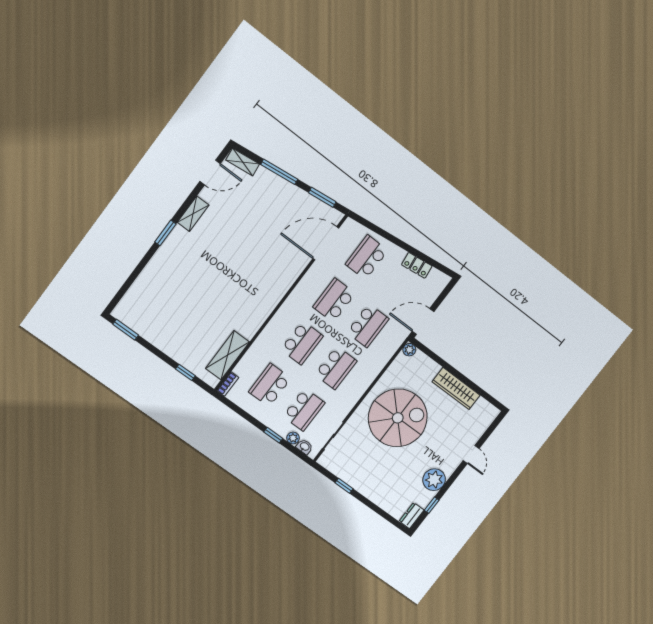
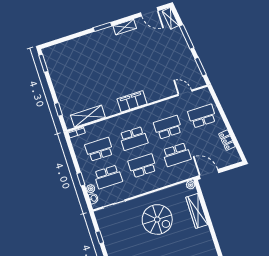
door: (326, 243) -> (185, 93), width x0.53
filing cabinet: (268, 300) -> (132, 101), added
school desk: (336, 368) -> (142, 166), turned 180
wardrobe: (456, 389) -> (197, 211), moved
spiral stairs: (398, 418) -> (157, 219), width x0.73, depth x0.73

